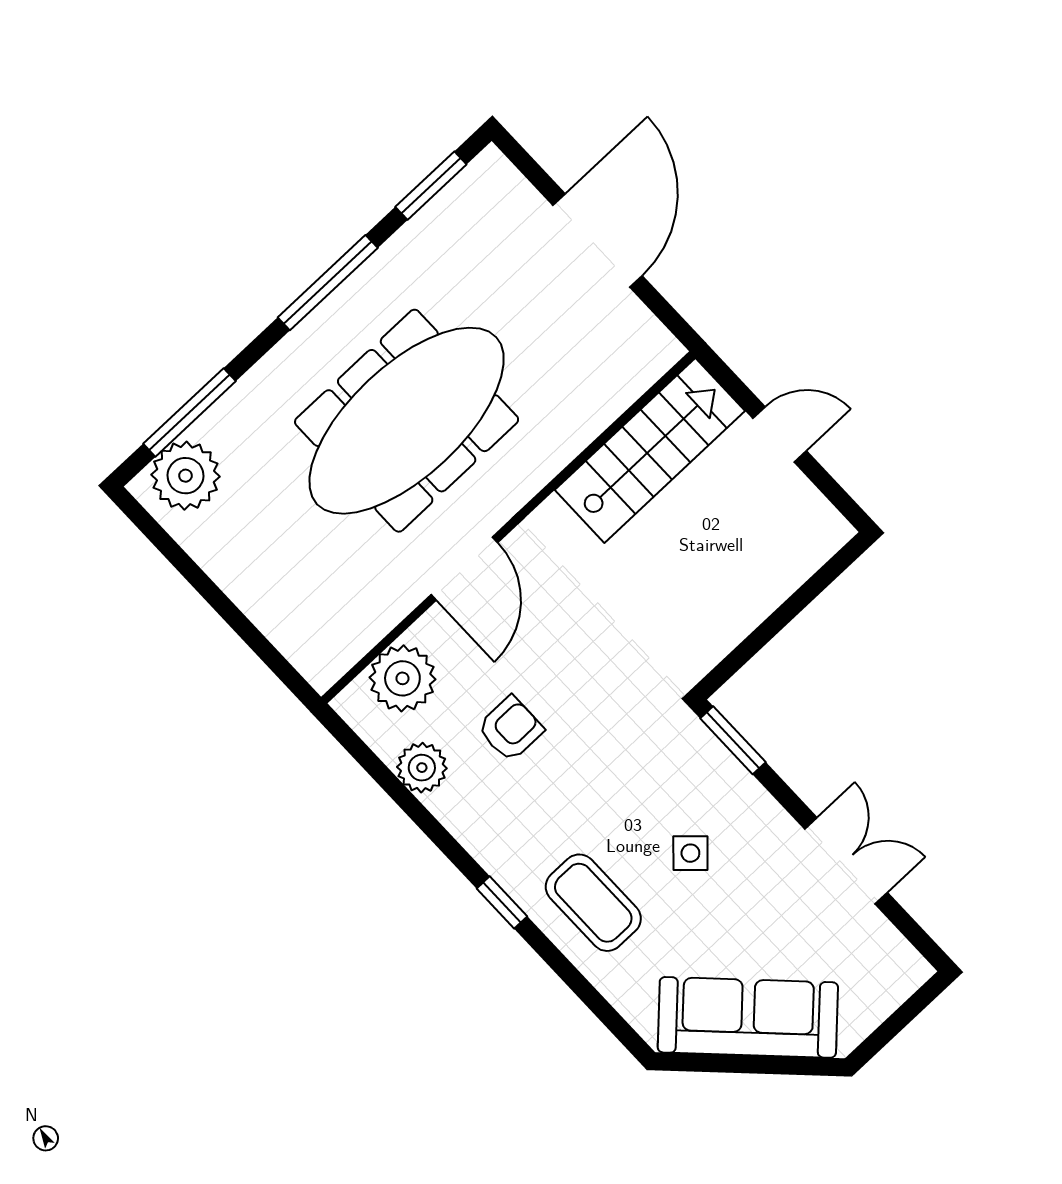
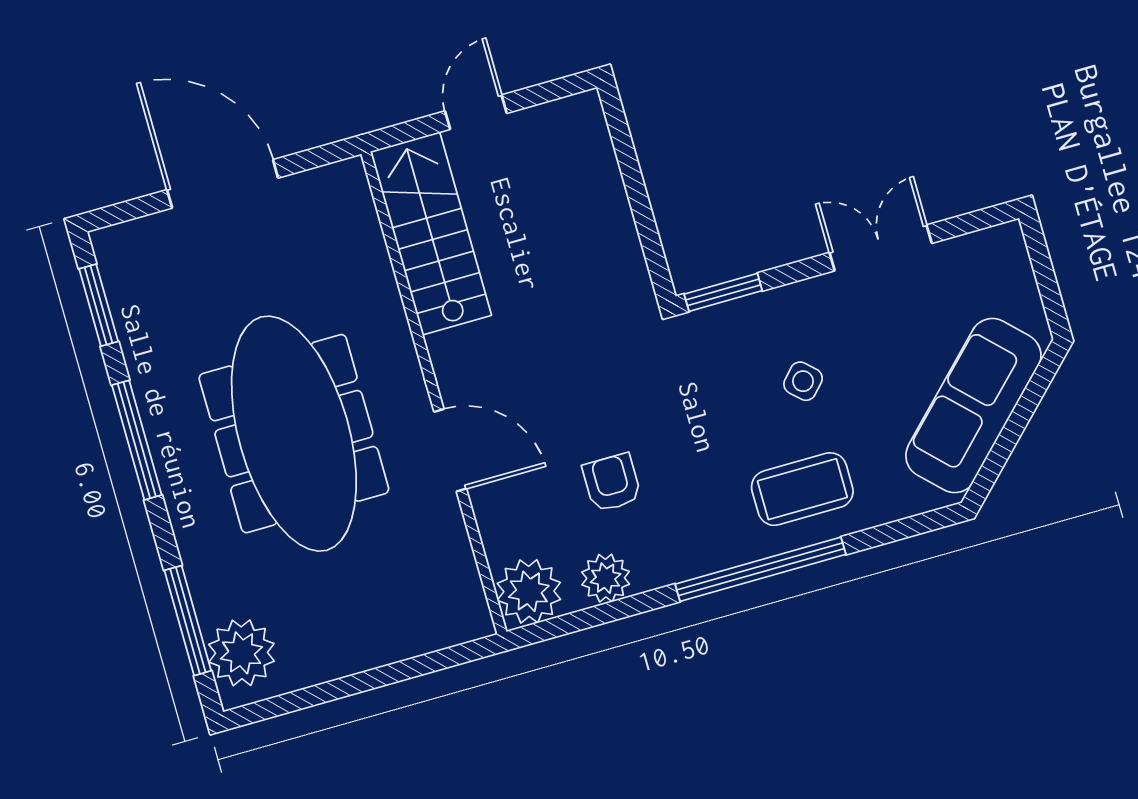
plant: (402, 678) -> (529, 591), moved
window: (502, 902) -> (761, 569), width x3.17

